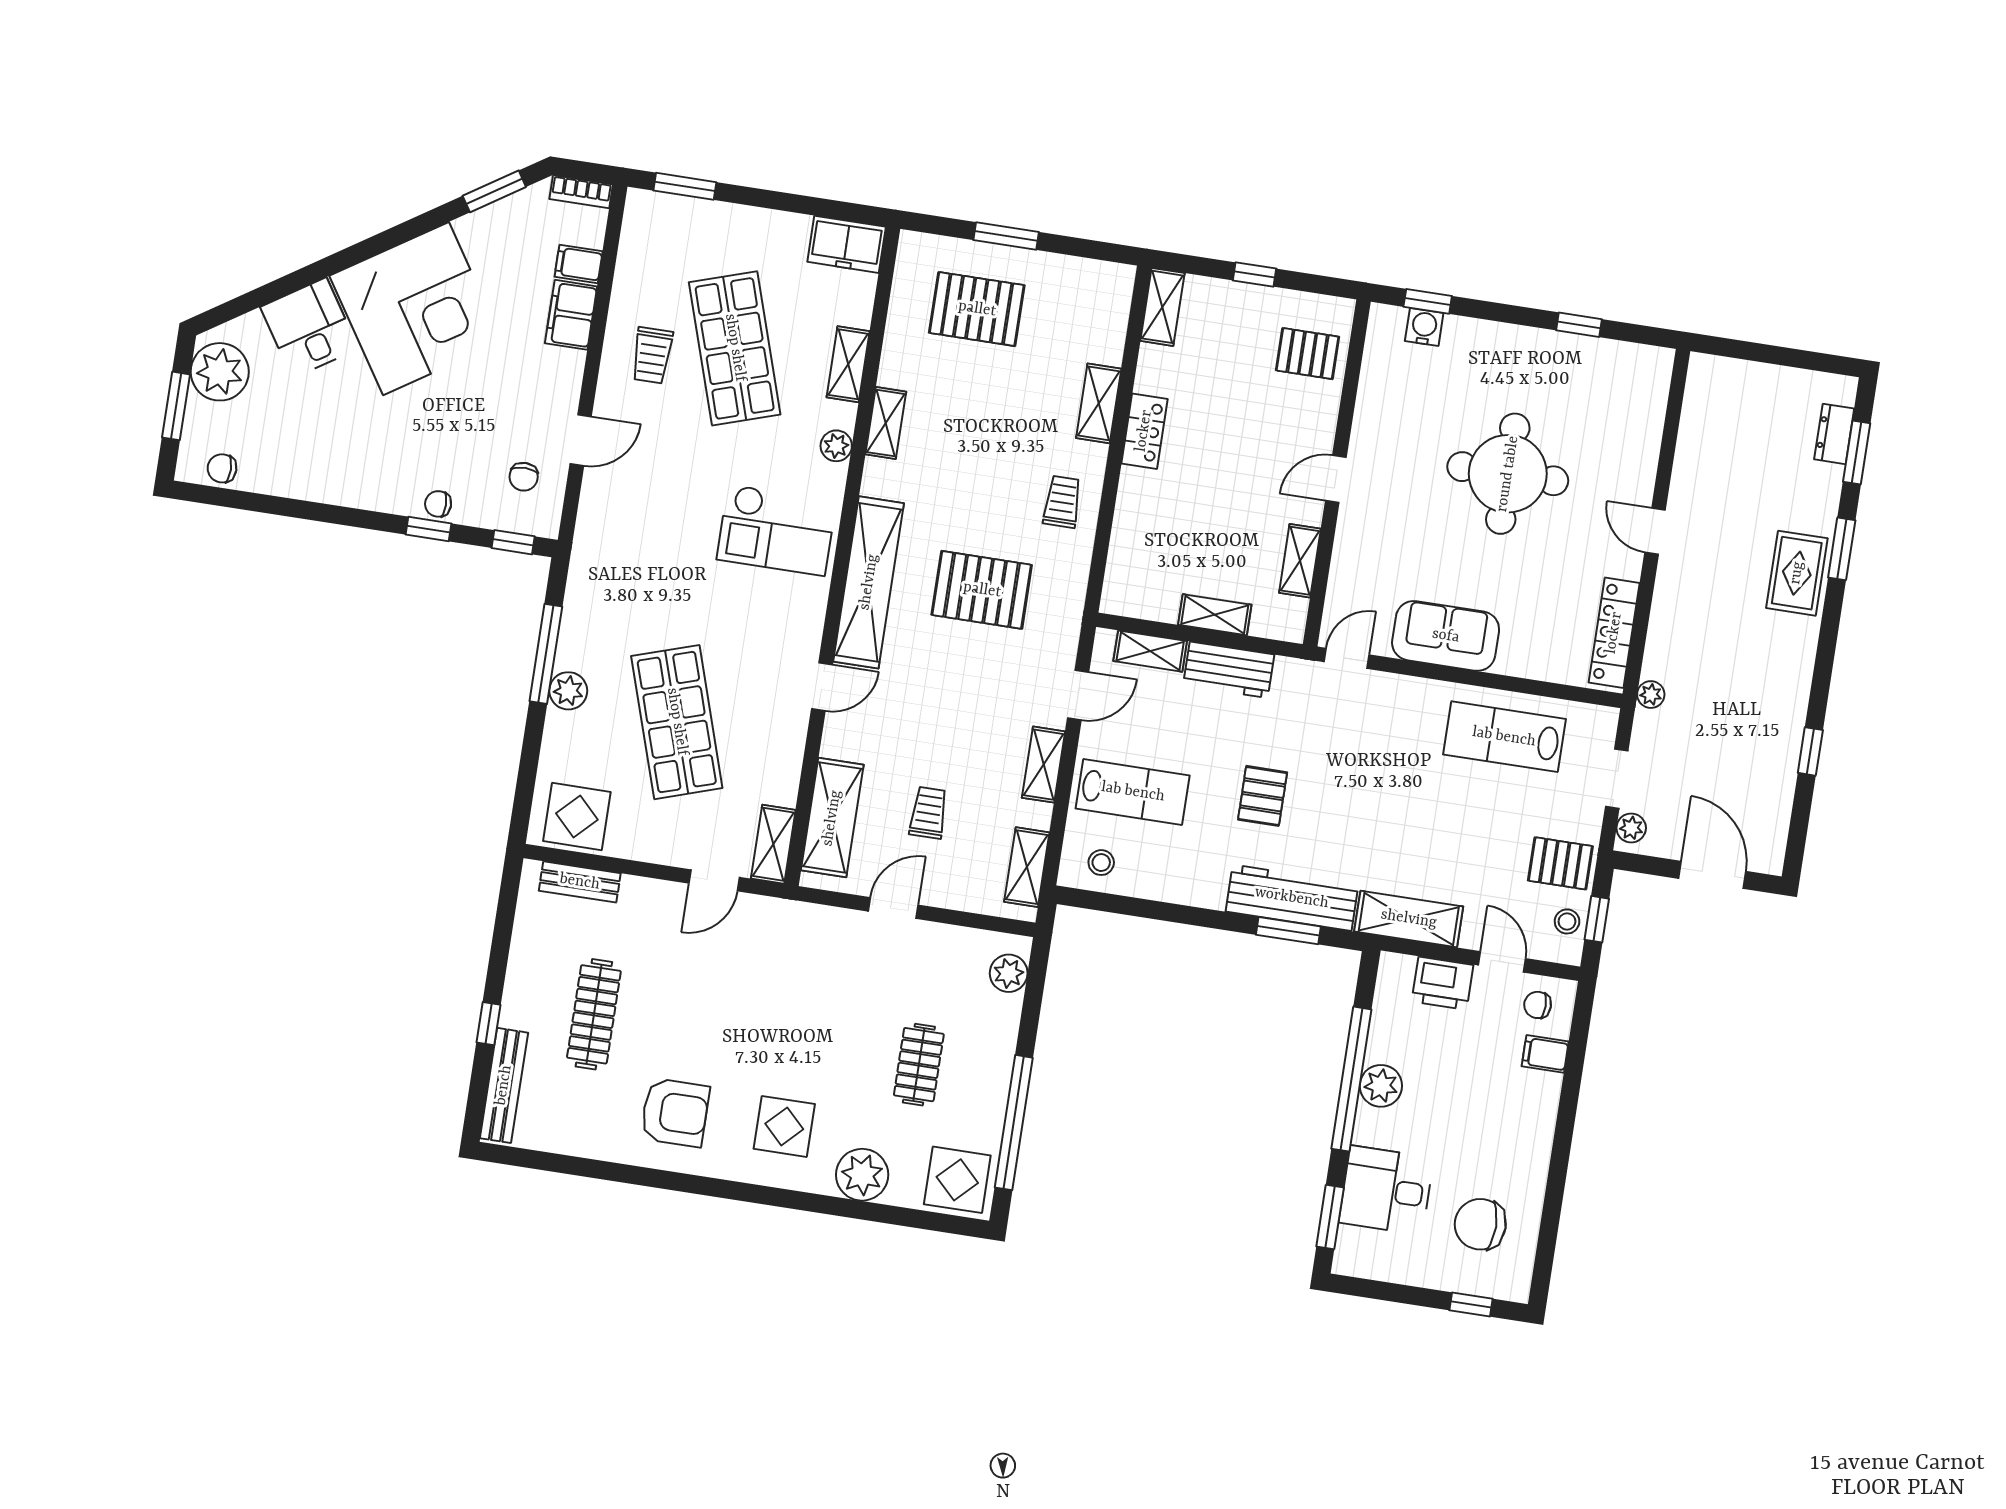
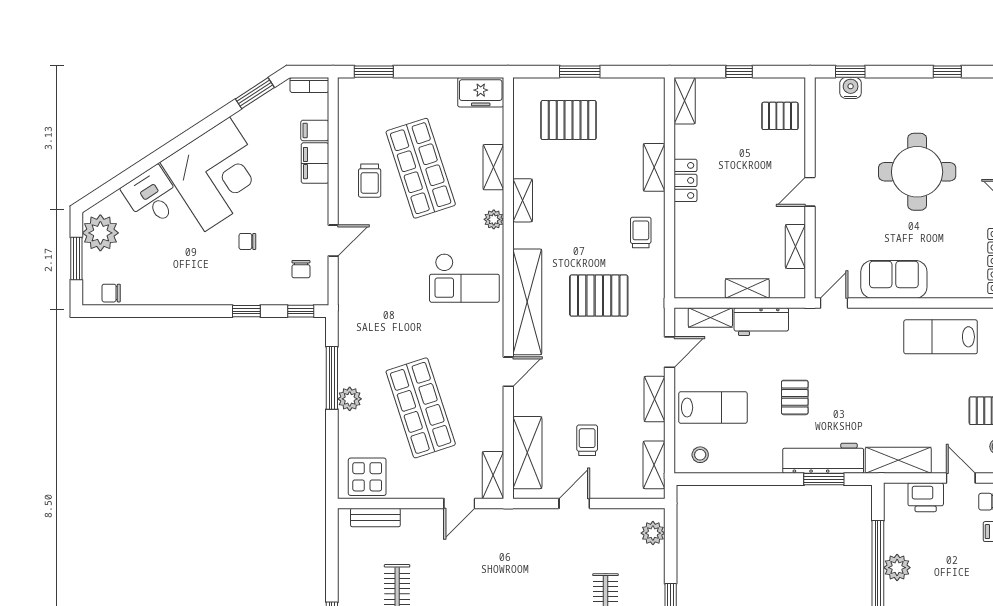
chair: (438, 504) -> (247, 241), moved

